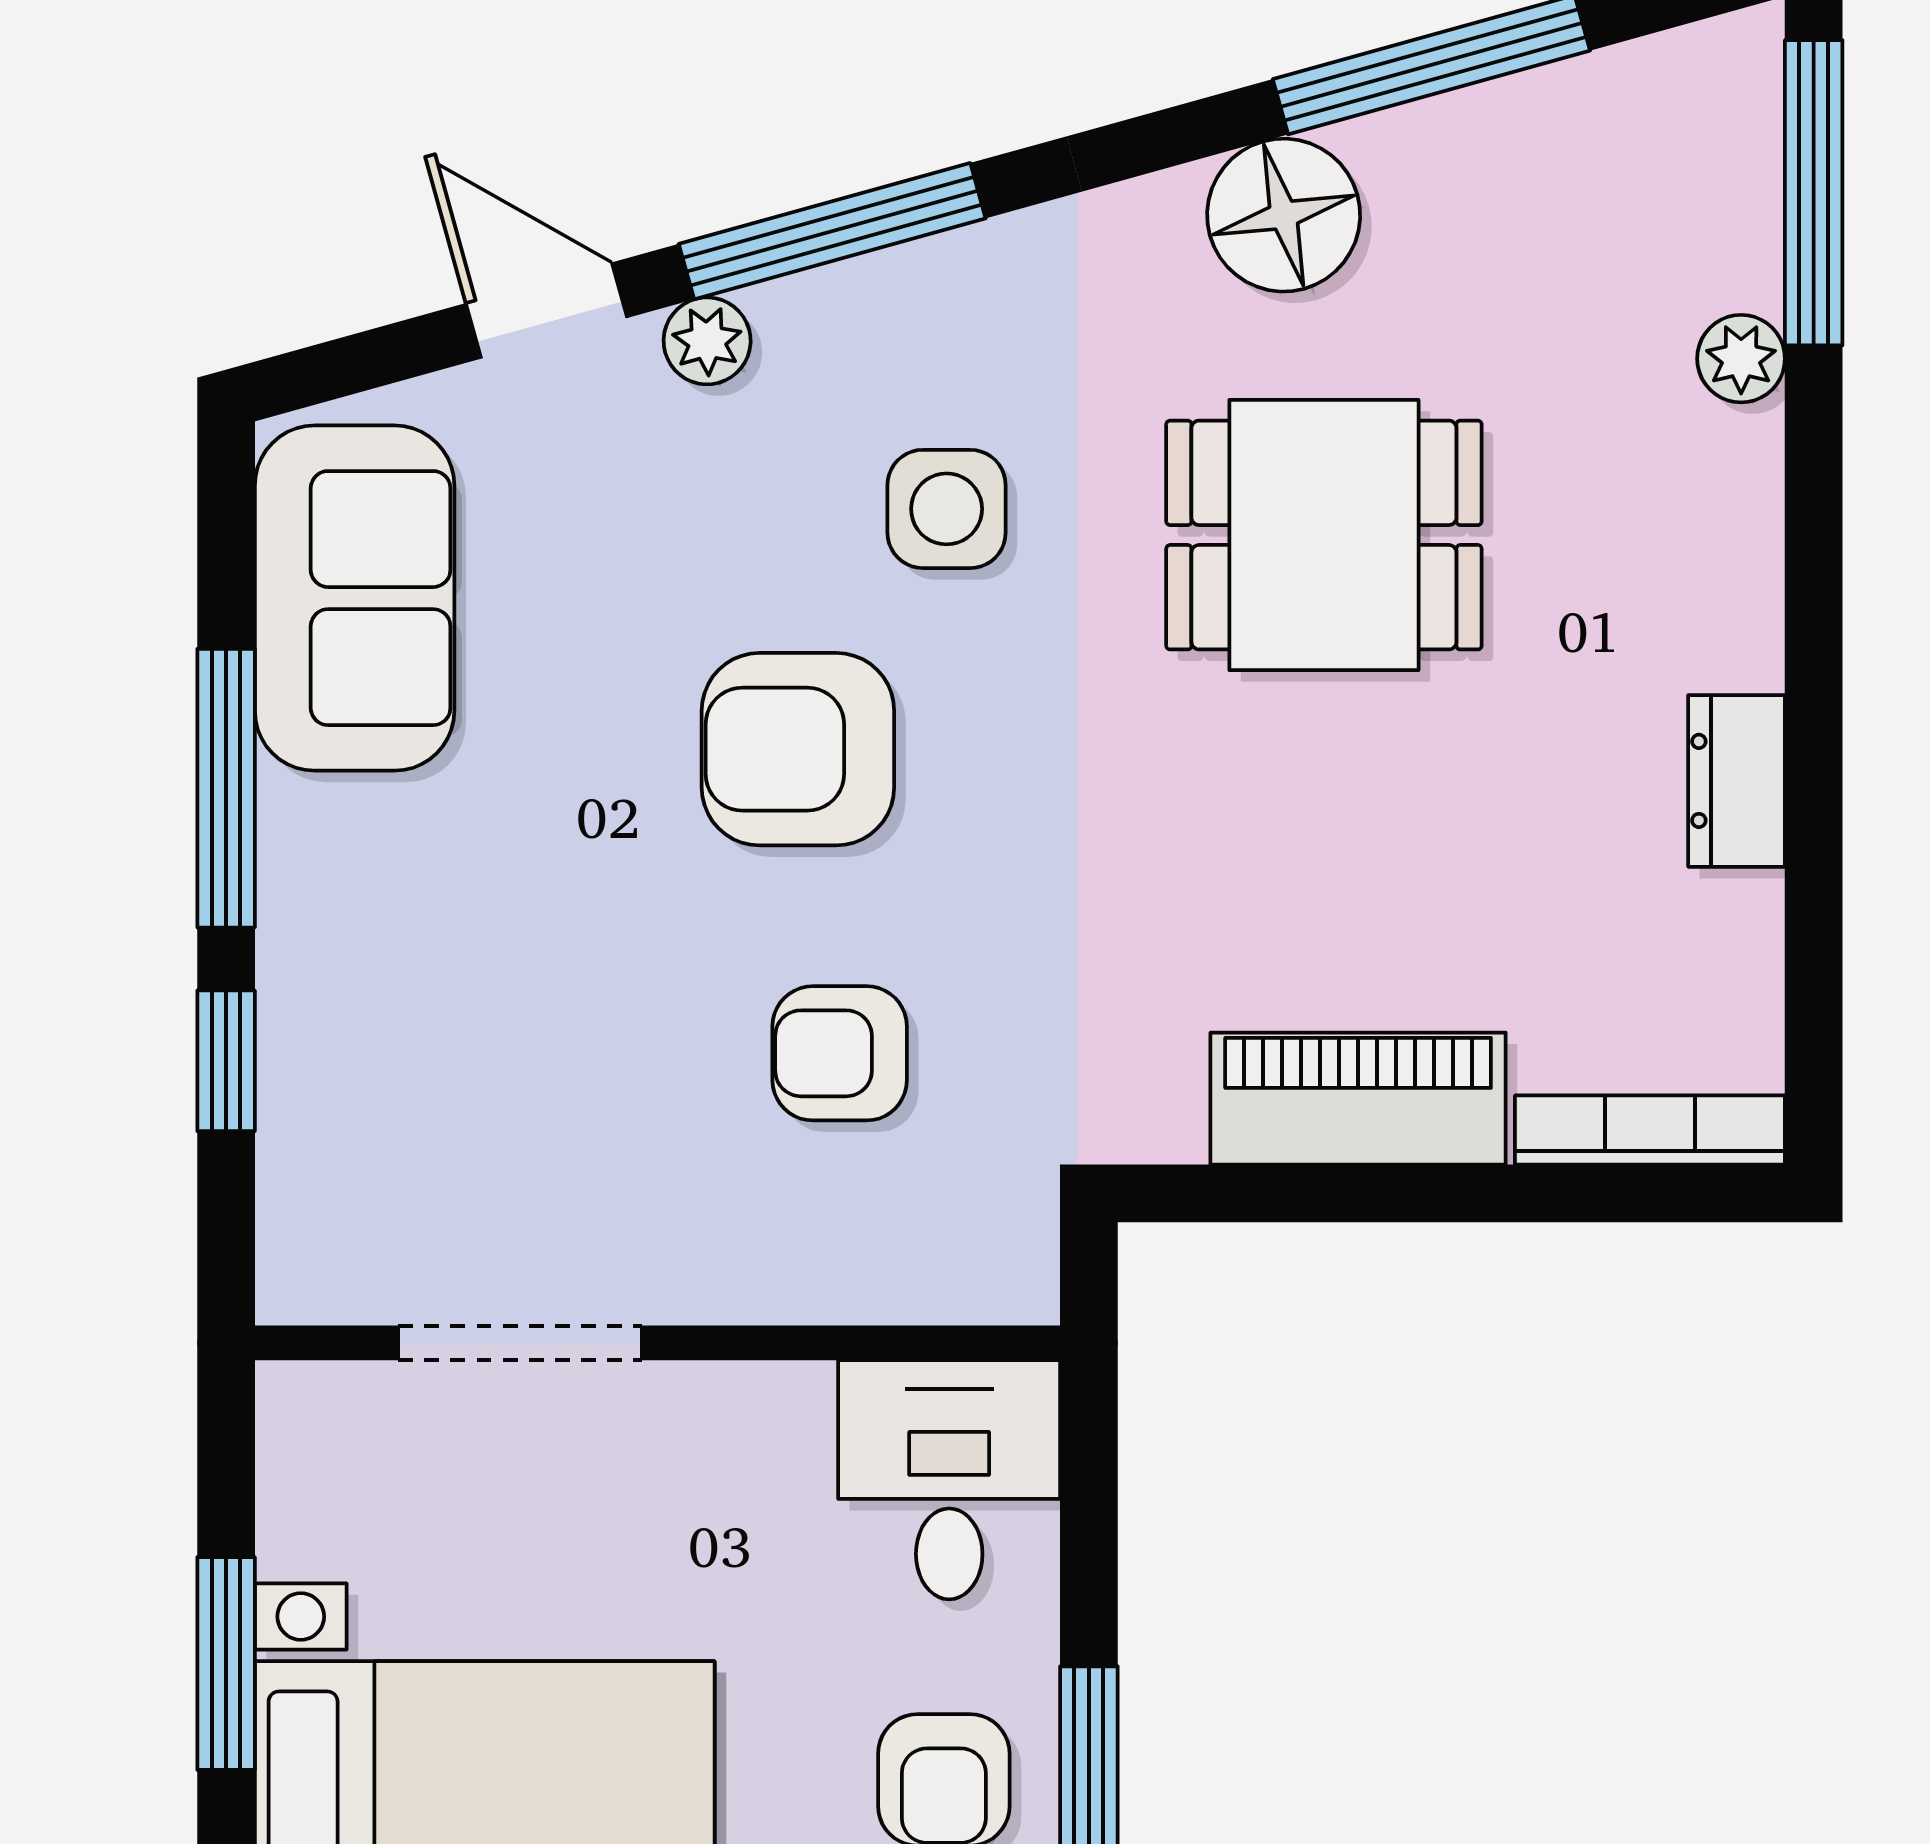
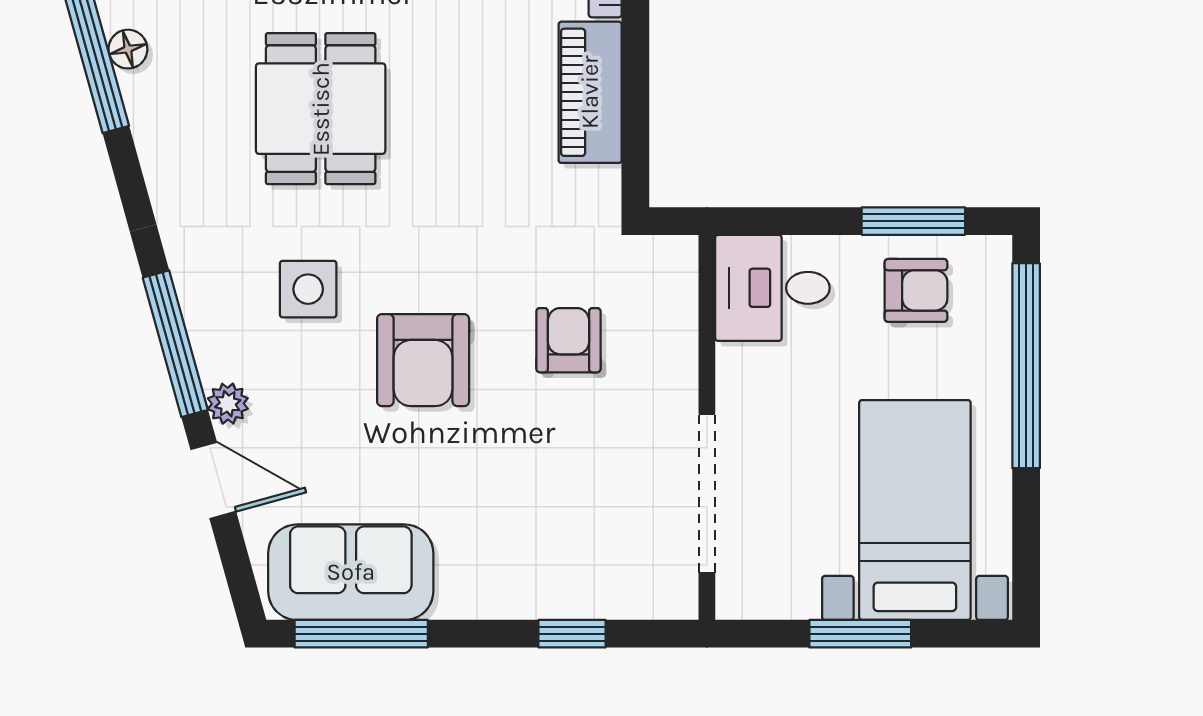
floor lamp: (1284, 215) -> (128, 49), moved, width x0.53, depth x0.53
door: (546, 311) -> (213, 480), swing flipped
window: (226, 788) -> (361, 634), moved
armchair: (840, 1053) -> (568, 340), turned 180
doorway: (520, 1343) -> (707, 493), width x1.36

